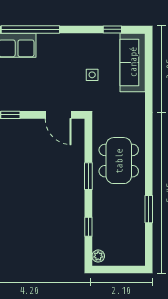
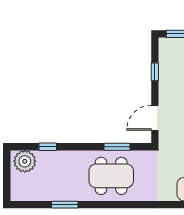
window: (88, 176) -> (117, 147), moved
plant: (98, 256) -> (25, 161), width x1.87, depth x1.87

